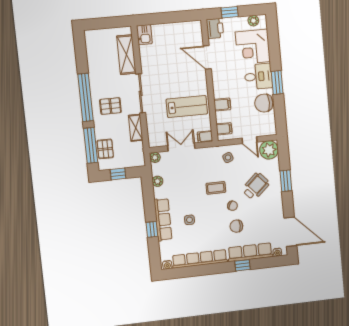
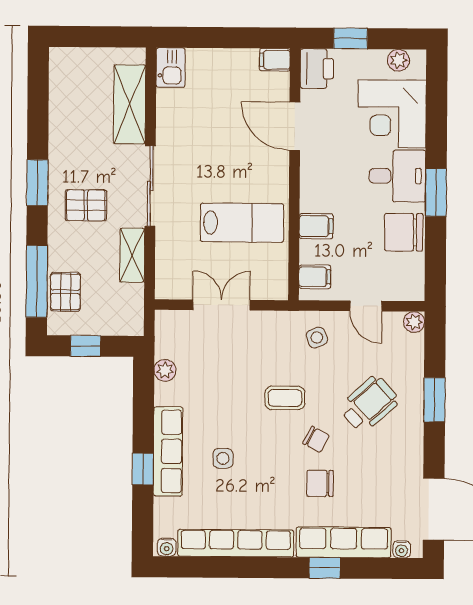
window: (86, 97) -> (37, 183), width x0.47
filing cabinet: (205, 137) -> (275, 60), moved
plant: (269, 150) -> (414, 322), width x0.53, depth x0.53
plant: (155, 157) -> (165, 320), removed

